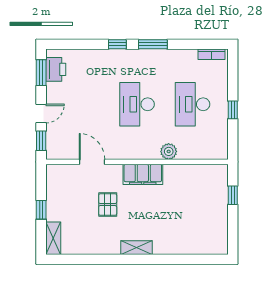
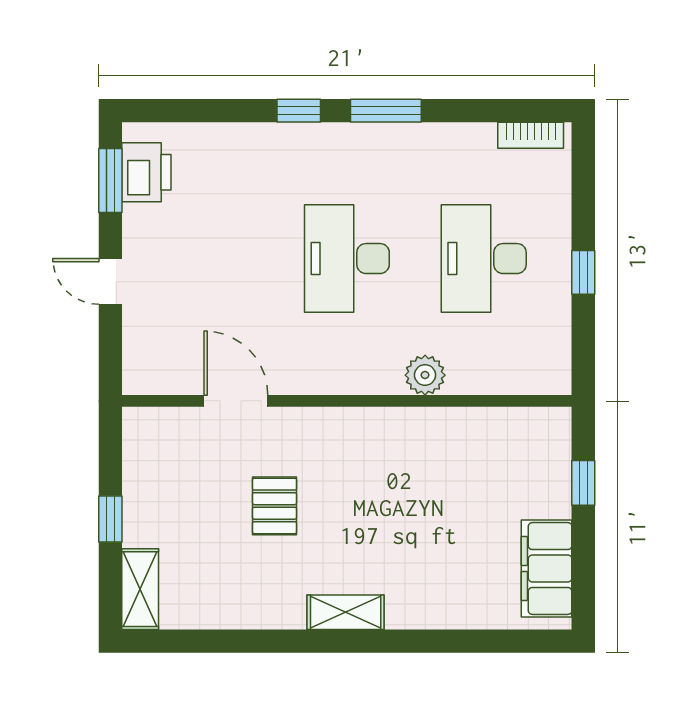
door: (41, 114) -> (110, 281), swing flipped
window: (41, 141) -> (110, 349), removed
filing cabinet: (143, 174) -> (547, 569), moved, turned 90

